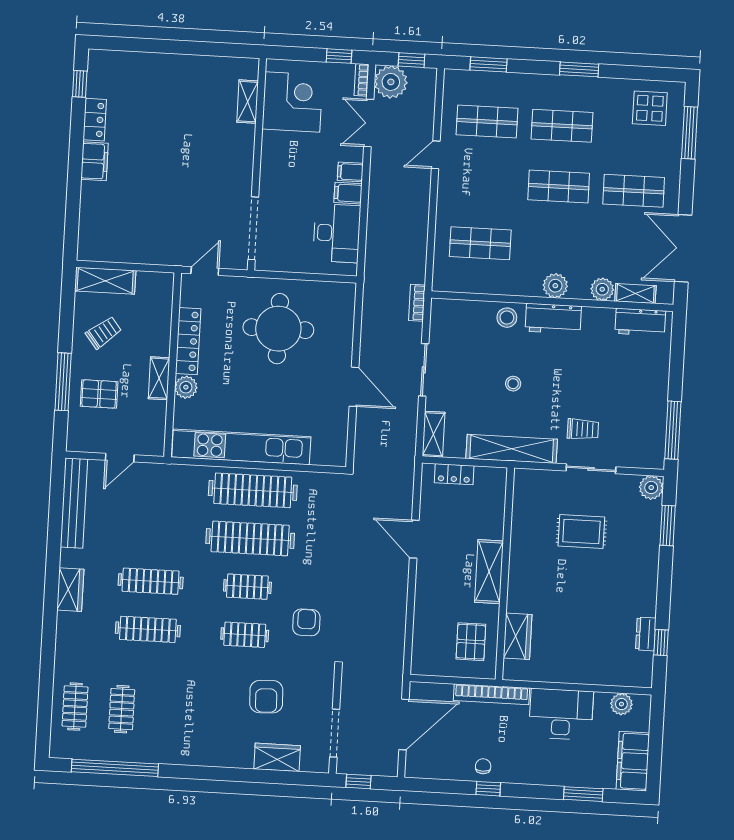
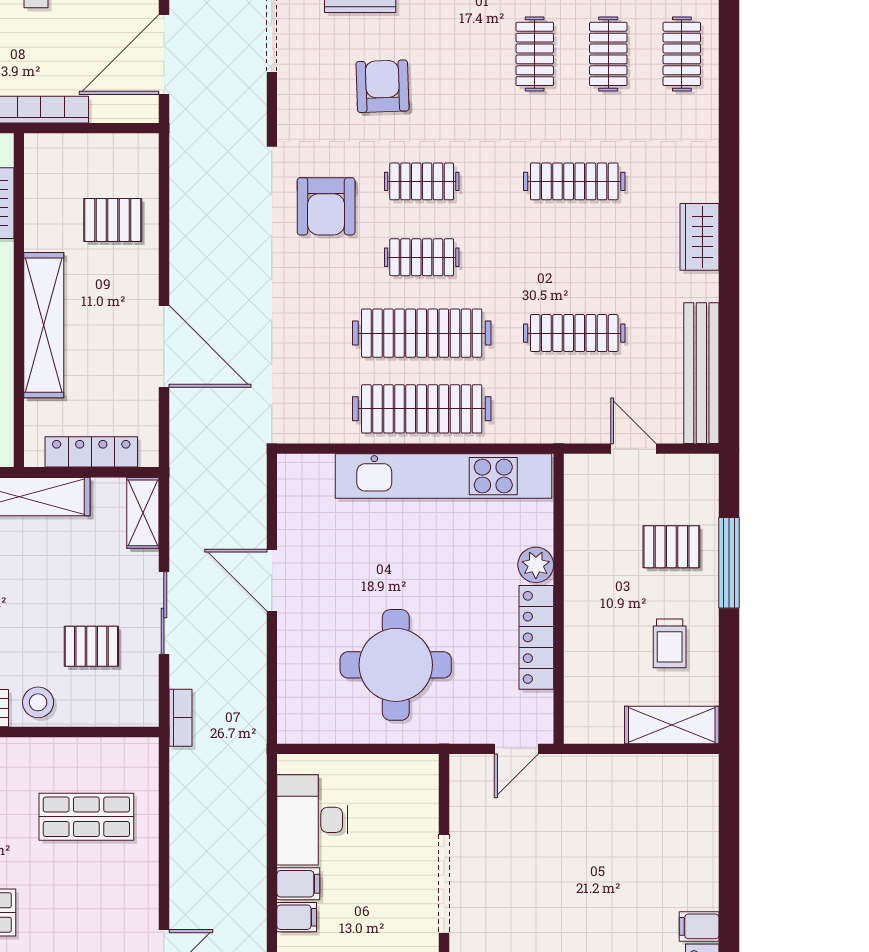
filing cabinet: (94, 161) -> (699, 926), width x0.50
doorway: (253, 228) -> (444, 884), moved
trolley: (104, 333) -> (670, 643), turned -52
pallet: (471, 351) -> (91, 646), added
shelving: (159, 378) -> (579, 577), removed
stool: (513, 384) -> (22, 599), removed
door: (120, 458) -> (633, 449), hinge flipped
locker: (454, 474) -> (91, 452), width x1.53
door: (414, 539) -> (164, 346), width x1.36
shelving: (489, 572) -> (44, 325), width x1.47
clothes rail: (151, 581) -> (574, 333), moved
armchair: (306, 622) -> (326, 206), width x1.38, depth x1.38
pallet: (471, 642) -> (113, 220), moved, turned 90
clothes rail: (168, 712) -> (535, 54), added

